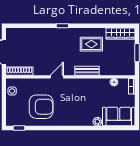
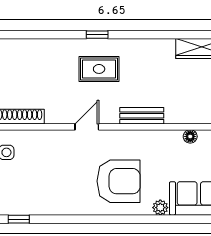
rug: (91, 44) -> (99, 69), moved
armchair: (41, 107) -> (119, 181), moved

